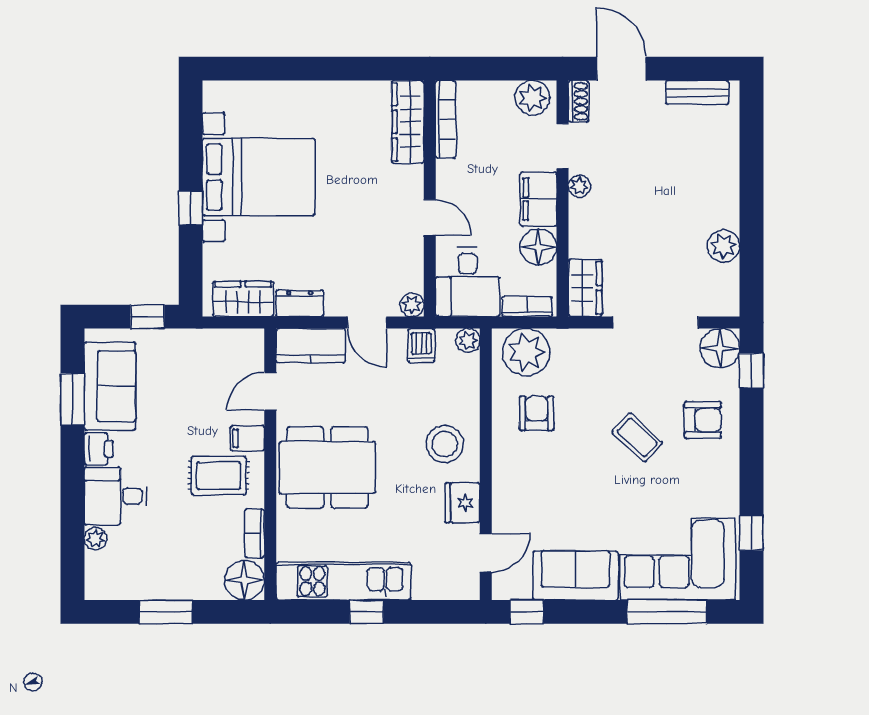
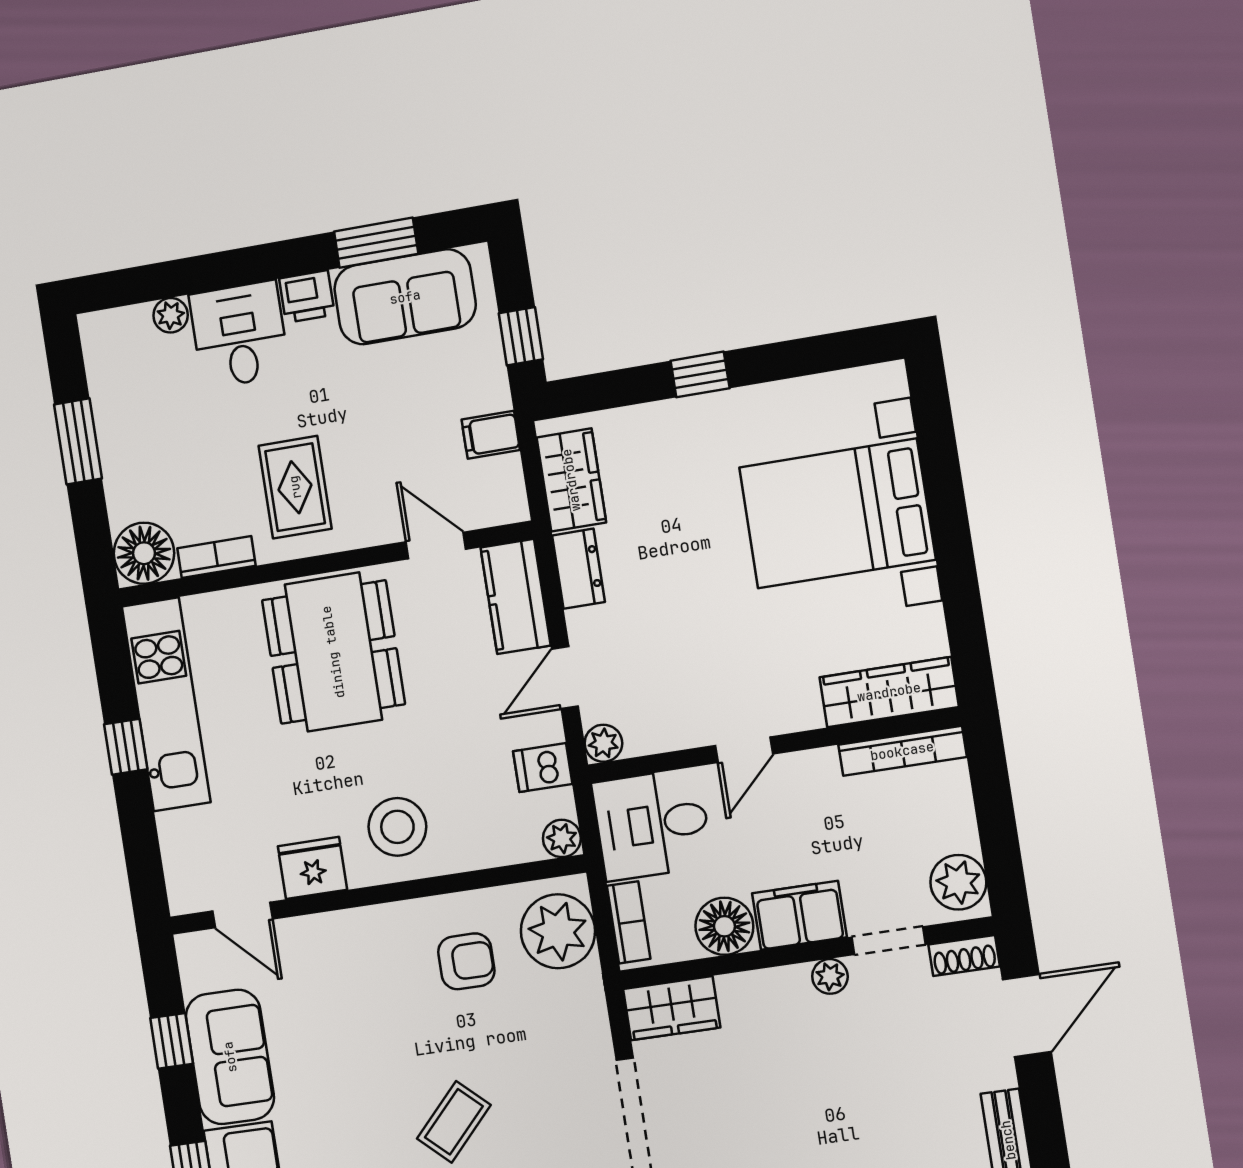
bed with nightstands: (259, 177) -> (837, 514), moved, turned 90
filing cabinet: (247, 438) -> (491, 435), moved, turned -90
window: (527, 612) -> (172, 1041), moved

